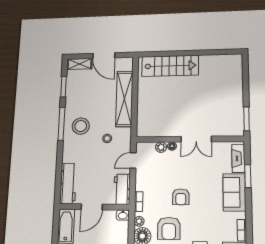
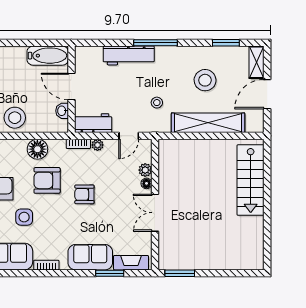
window: (61, 124) -> (155, 43), moved
stool: (81, 126) -> (205, 80), moved
door: (133, 161) -> (129, 136), swing flipped
workbench: (68, 183) -> (129, 55), moved
washbasin: (123, 215) -> (62, 111), moved
plant: (139, 221) -> (97, 145), moved

